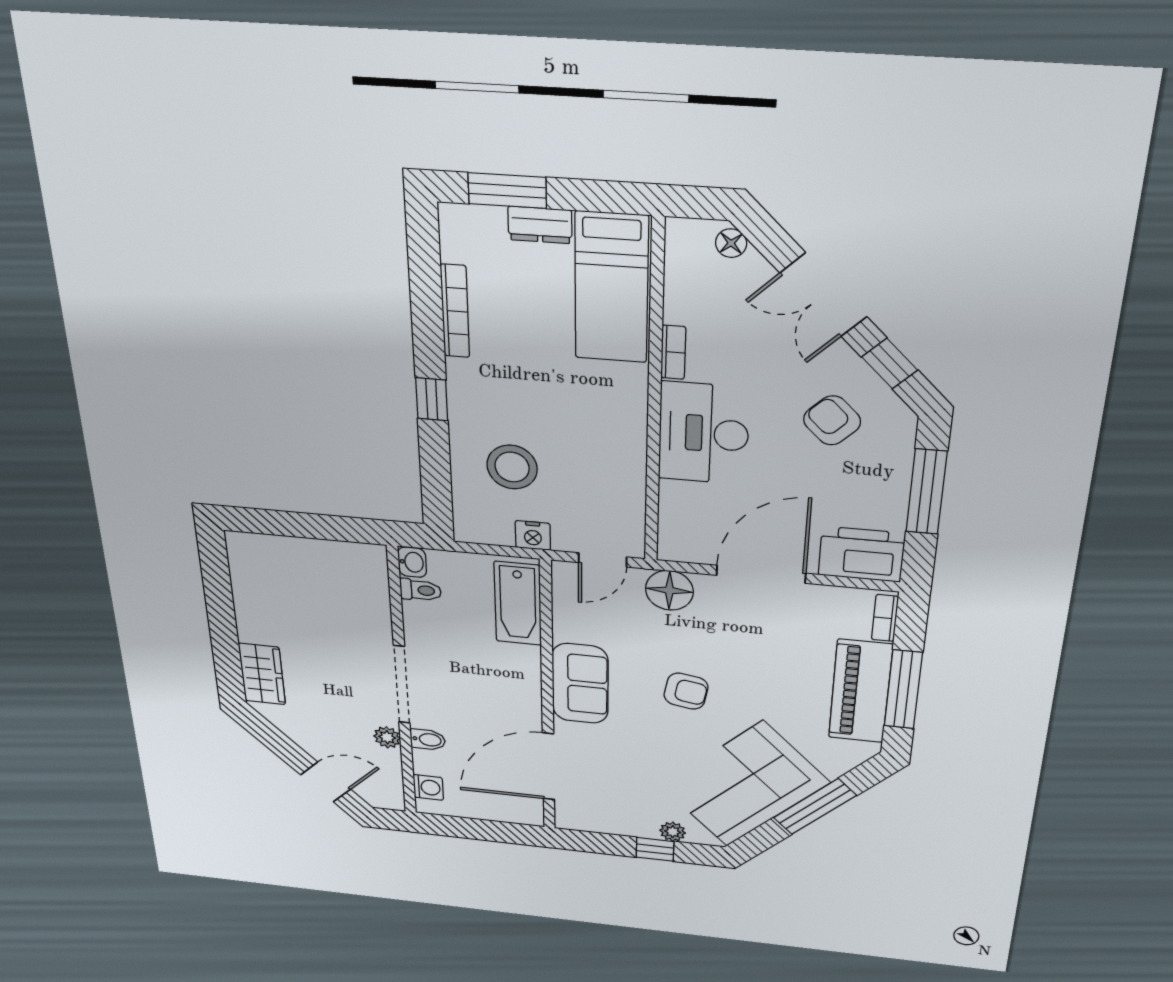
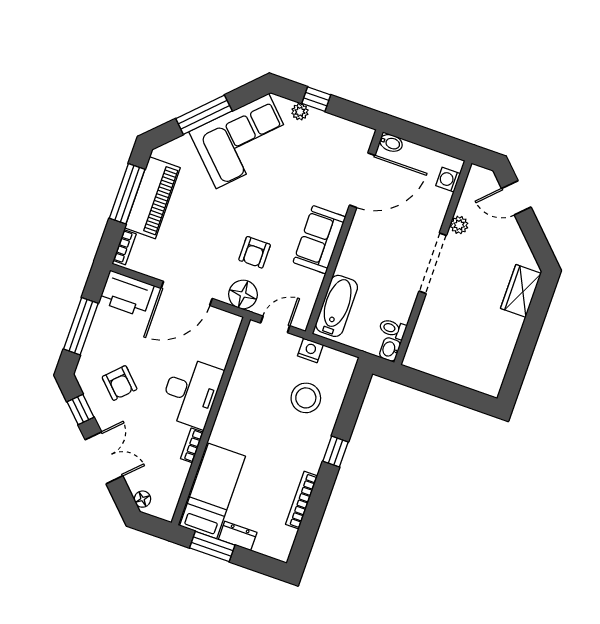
window: (507, 191) -> (212, 546), moved
armchair: (686, 691) -> (255, 252), moved, turned -100
bidet: (428, 740) -> (391, 143), moved, turned 180

